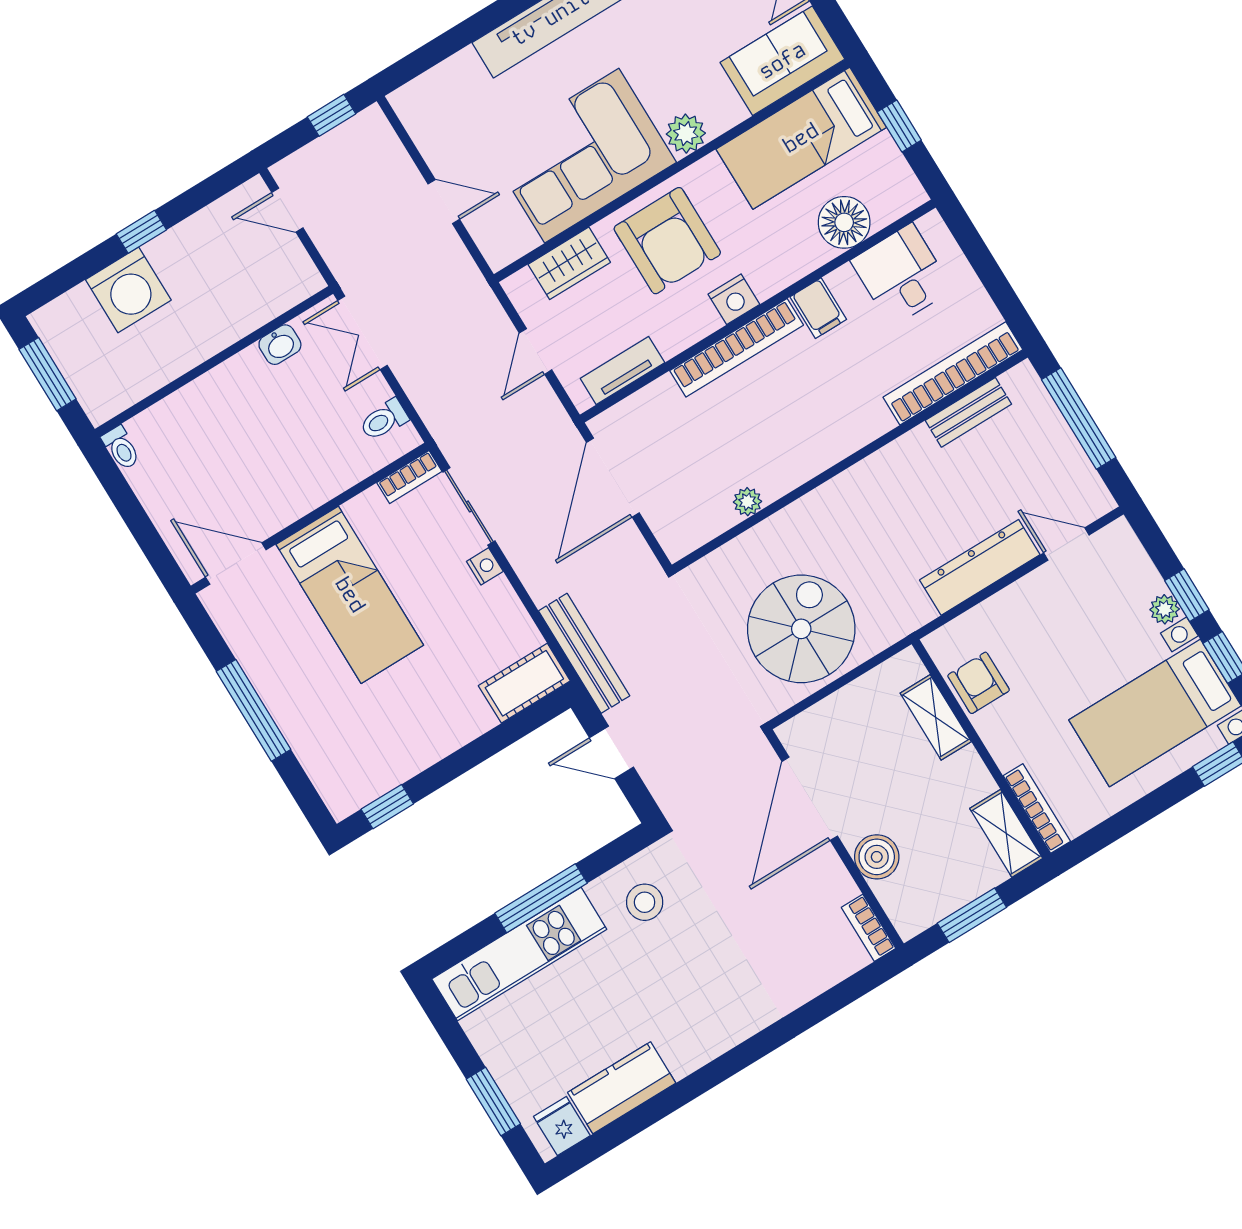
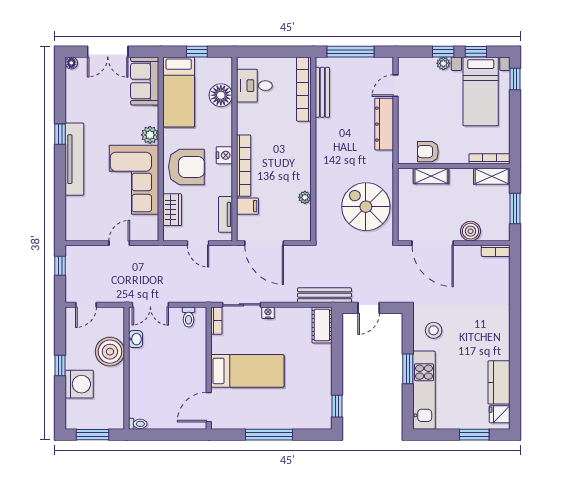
filing cabinet: (818, 308) -> (247, 206), moved
boiler: (226, 310) -> (110, 352), added
bench: (968, 412) -> (322, 92), width x1.36
window: (541, 898) -> (408, 369), width x0.69

